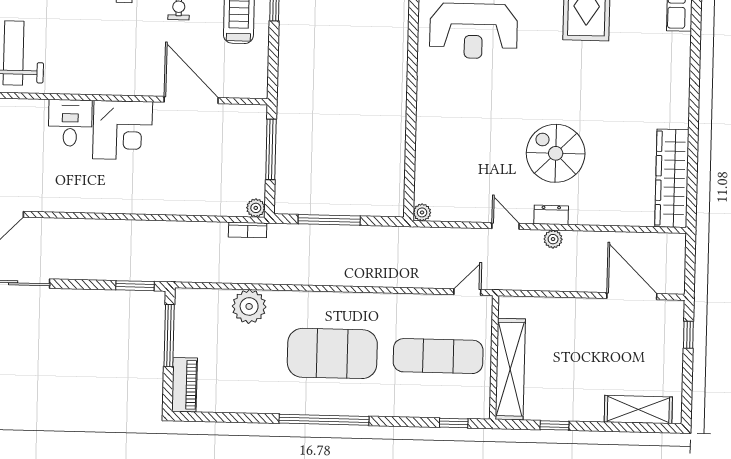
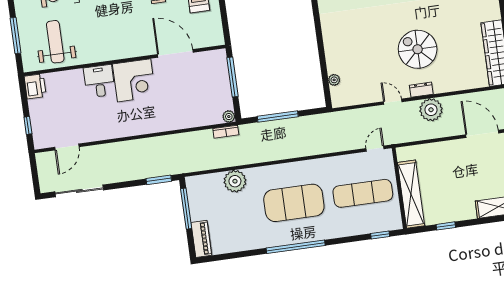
plant: (422, 212) -> (334, 80), moved
plant: (553, 239) -> (431, 110), width x1.87, depth x1.87

